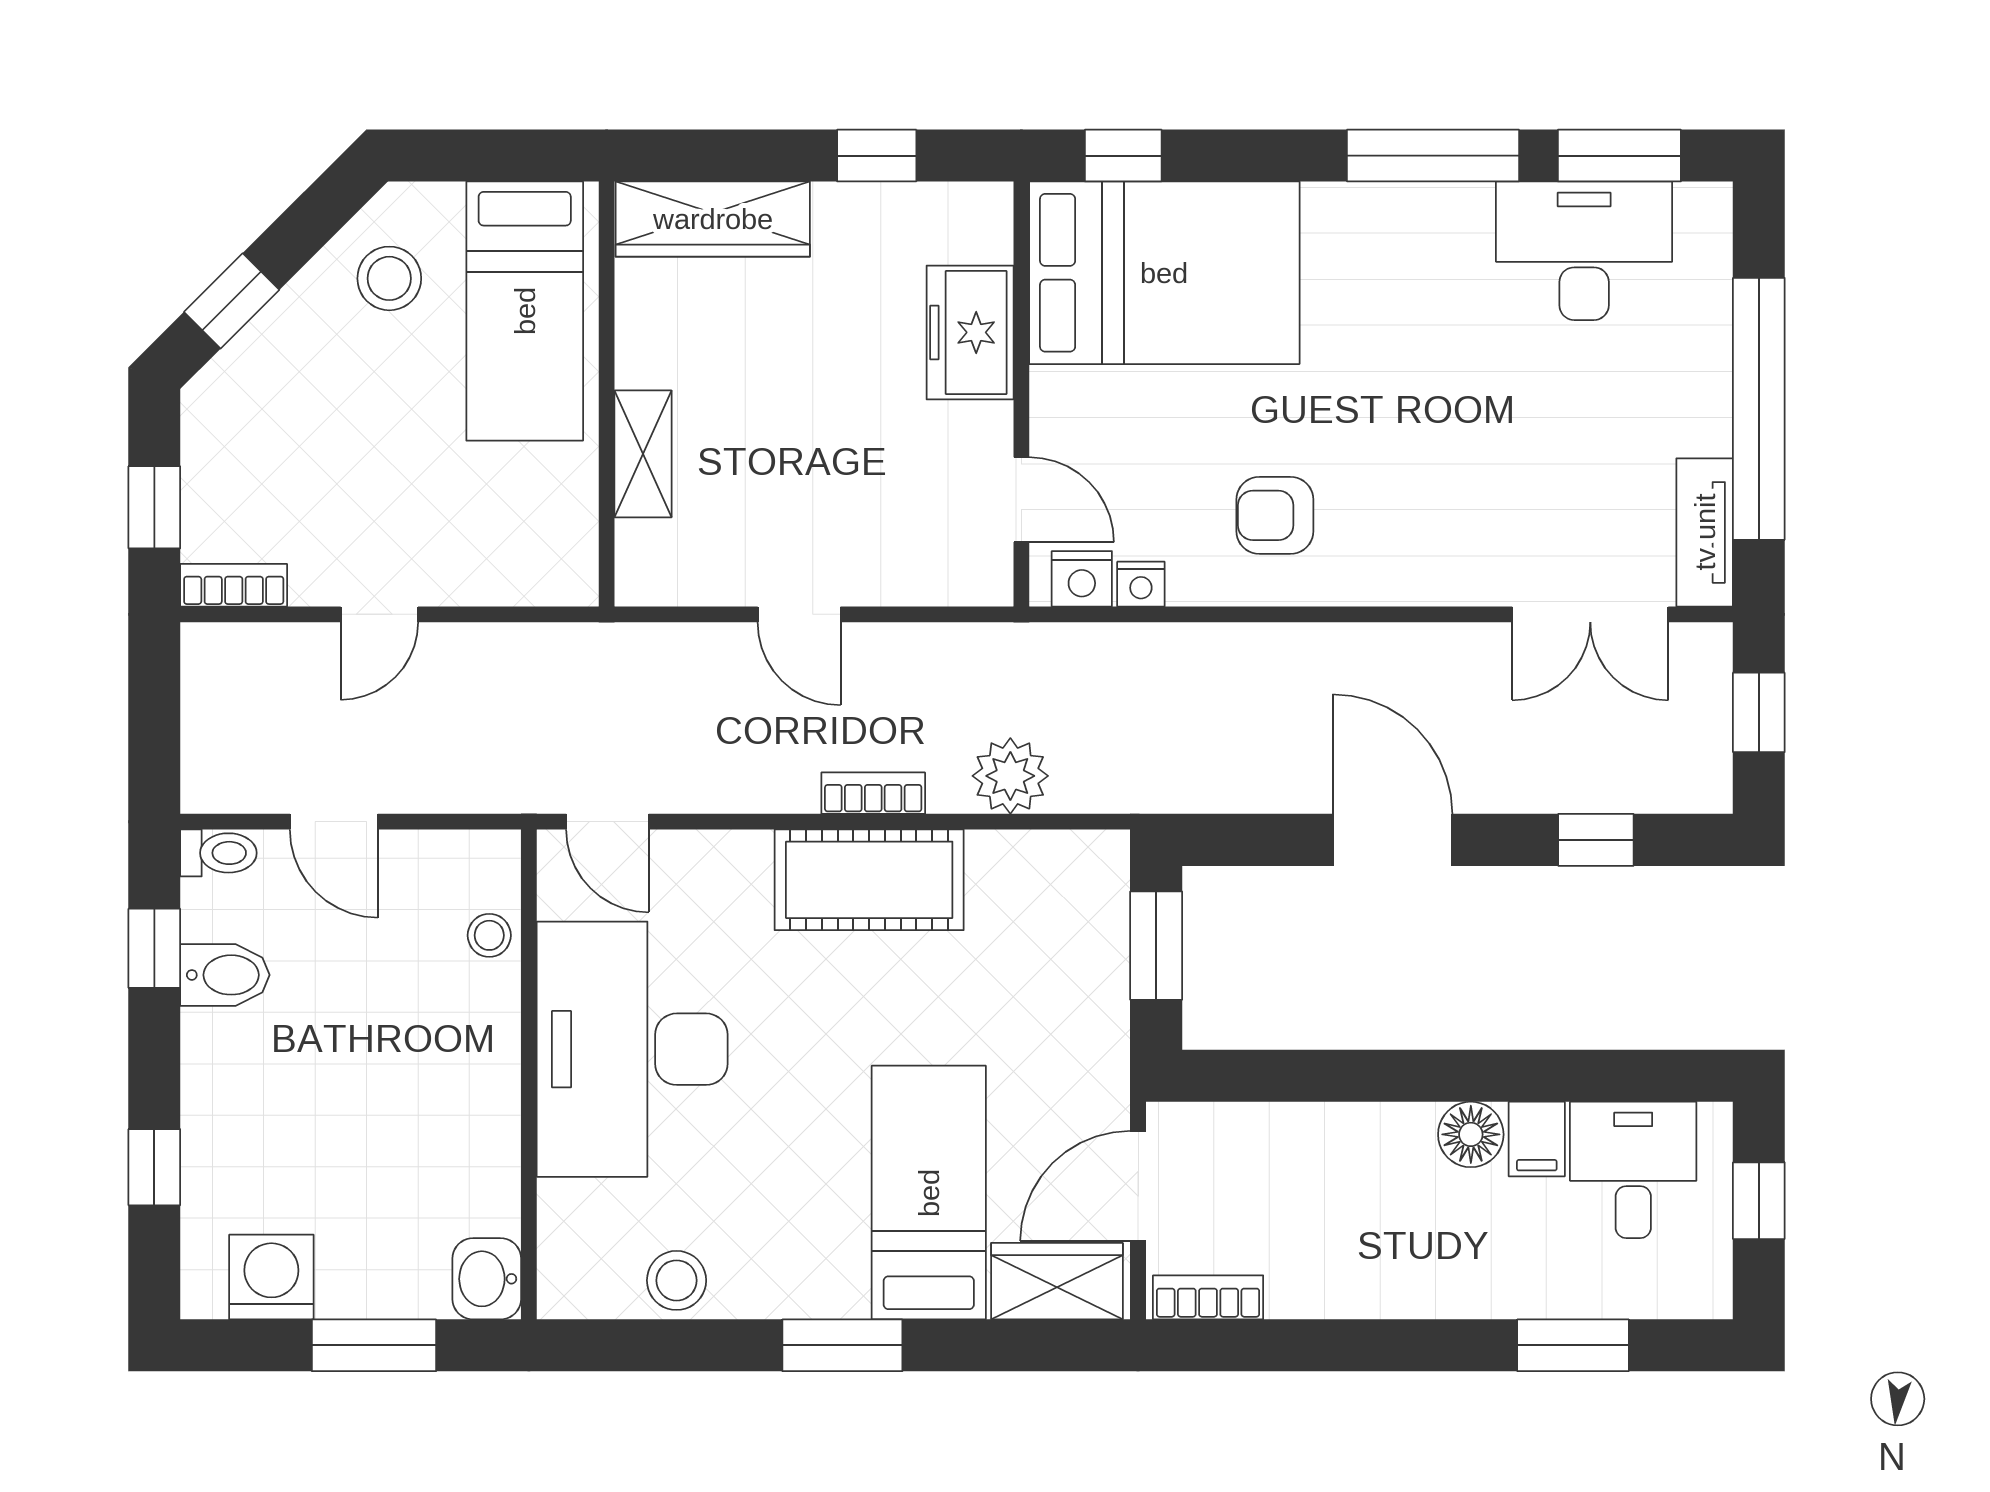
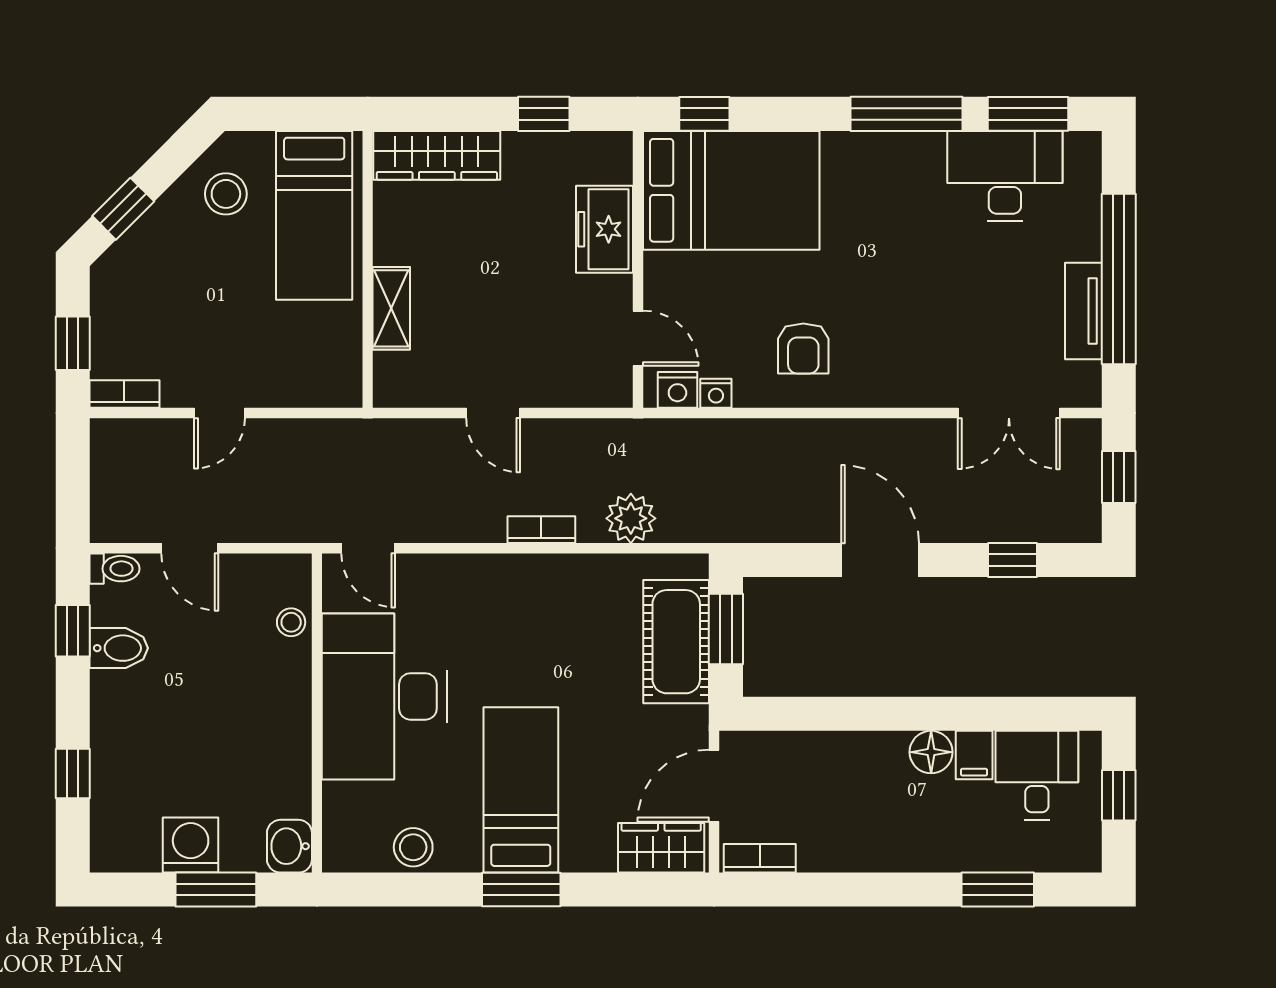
armchair: (1275, 515) -> (803, 348), turned -90
tv unit: (1705, 532) -> (1083, 311), moved
cot: (869, 880) -> (676, 642), moved, turned 90
bed: (929, 1193) -> (521, 790), moved
washing machine: (271, 1277) -> (191, 845), moved

